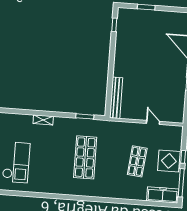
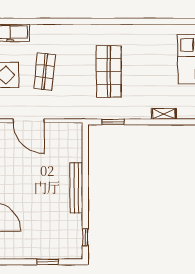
bench: (116, 98) -> (76, 188), moved
door: (153, 122) -> (29, 121), width x1.88

